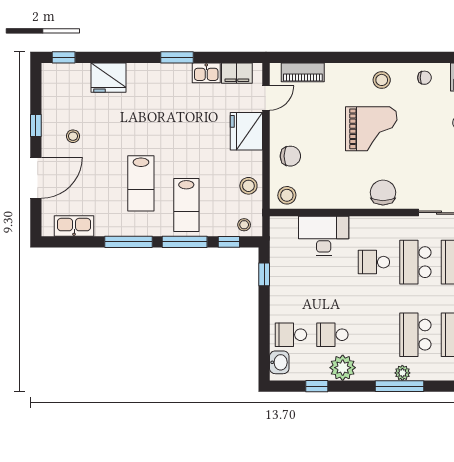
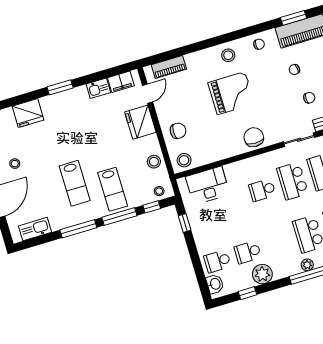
window: (177, 57) -> (60, 87), moved
desk: (324, 236) -> (208, 185), moved

